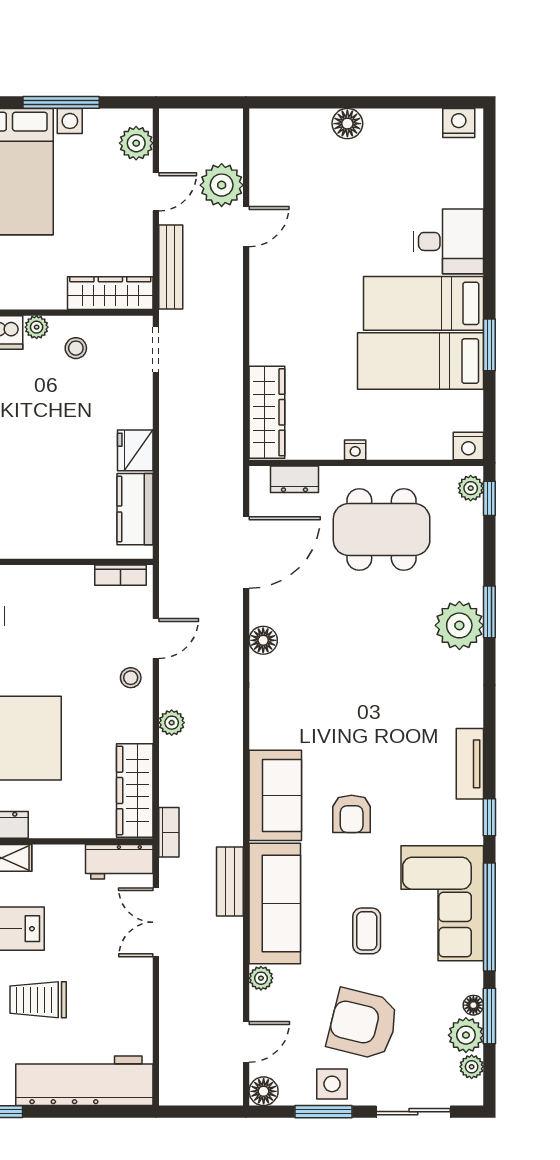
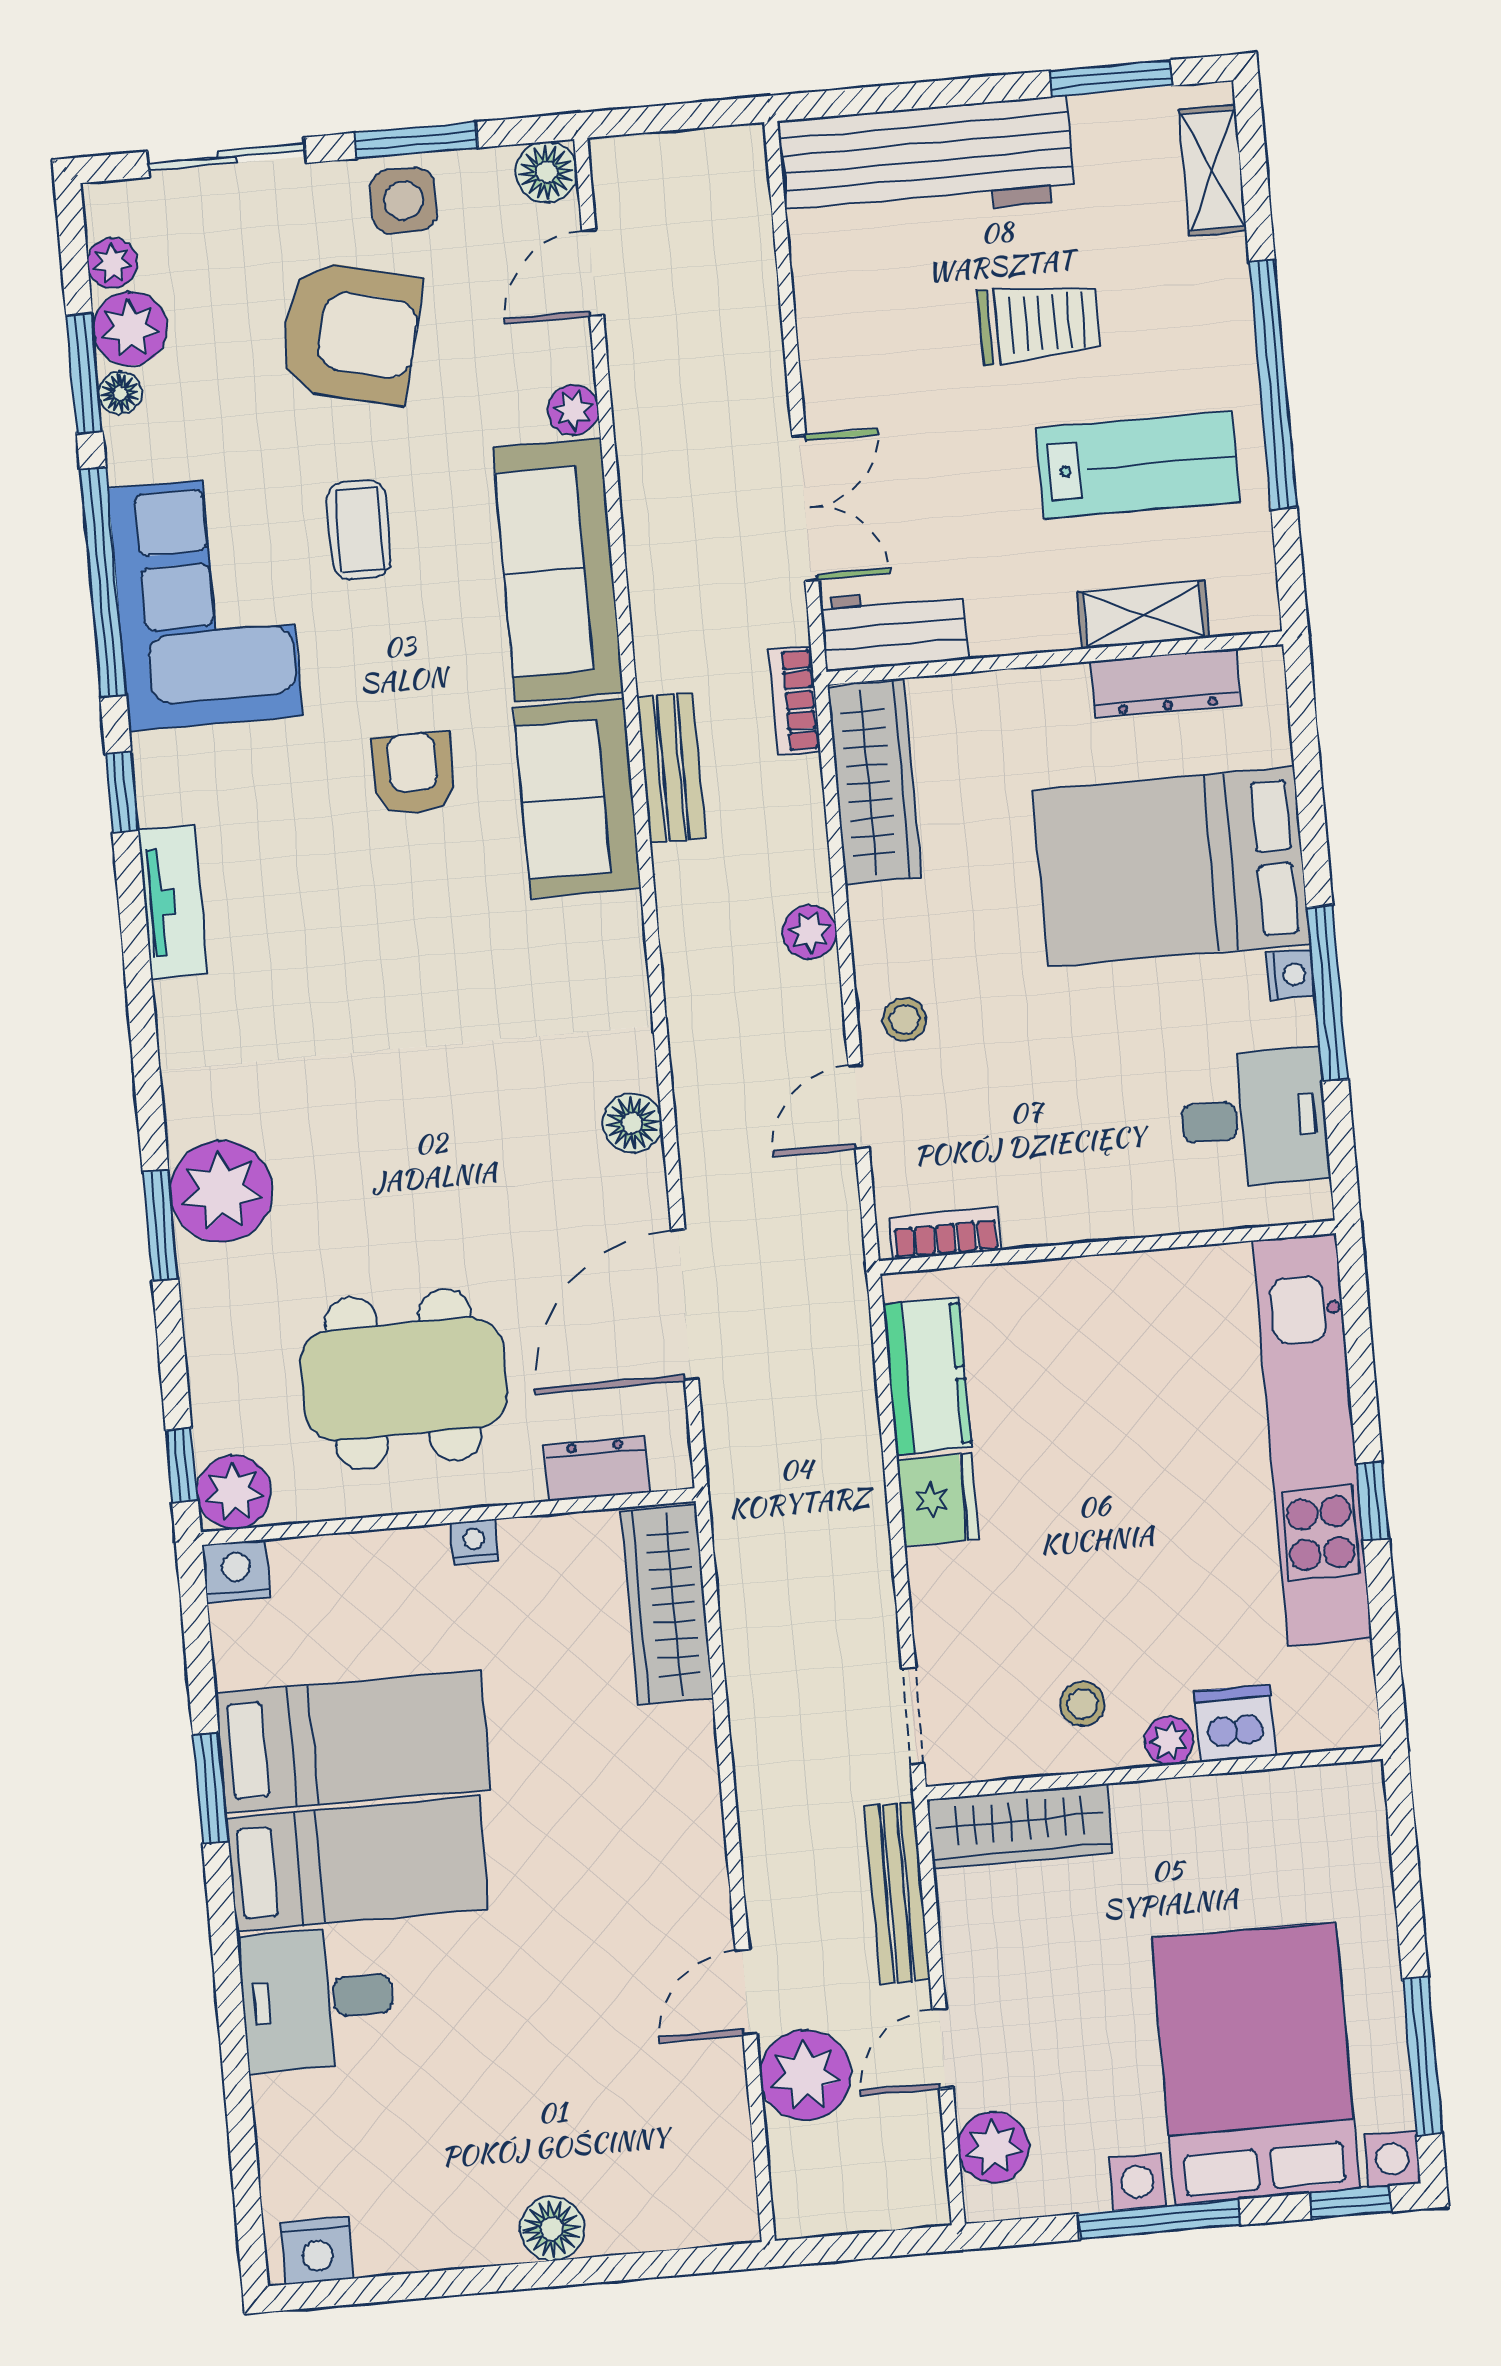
plant: (471, 488) -> (234, 1492), width x1.38, depth x1.38
bench: (230, 882) -> (671, 768), moved

